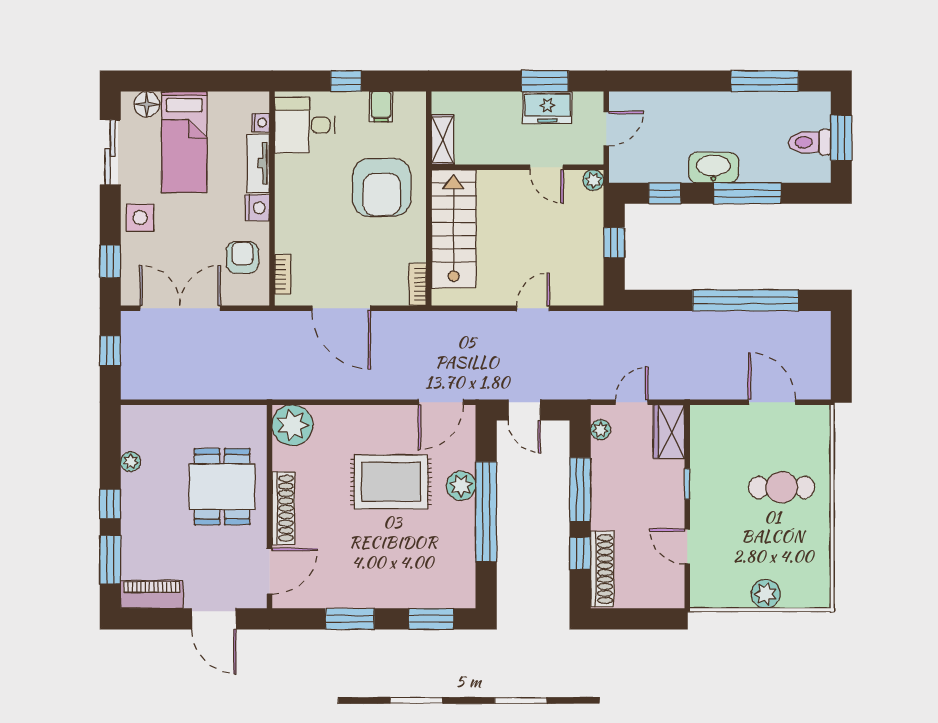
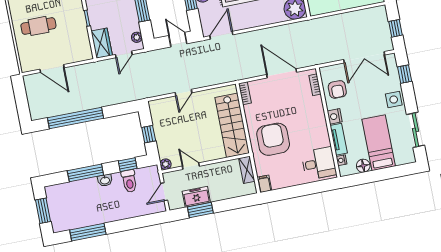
window: (346, 81) -> (302, 190), removed
floor lamp: (147, 104) -> (363, 166), moved
filing cabinet: (381, 107) -> (264, 184), moved
toilet: (810, 142) -> (129, 181), moved, turned 90
washbasin: (713, 168) -> (105, 180), width x0.52, depth x0.69

